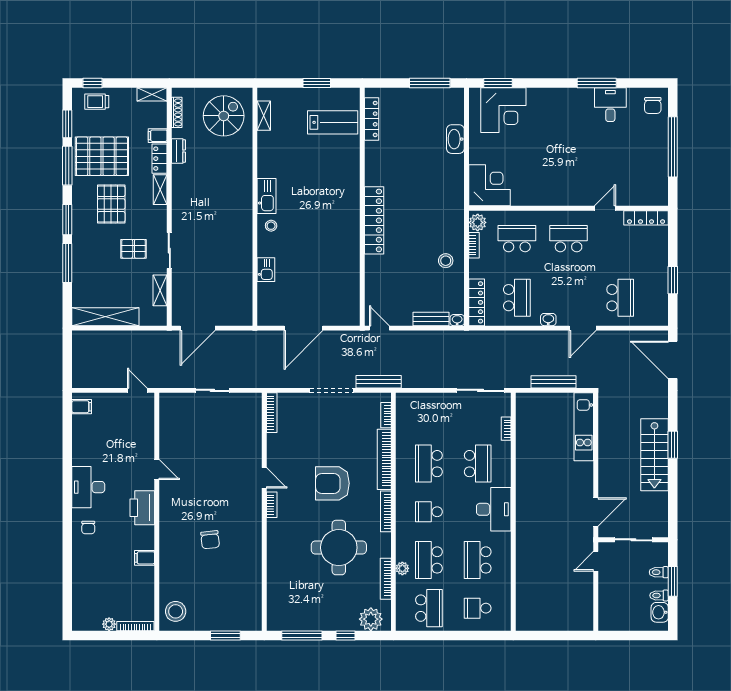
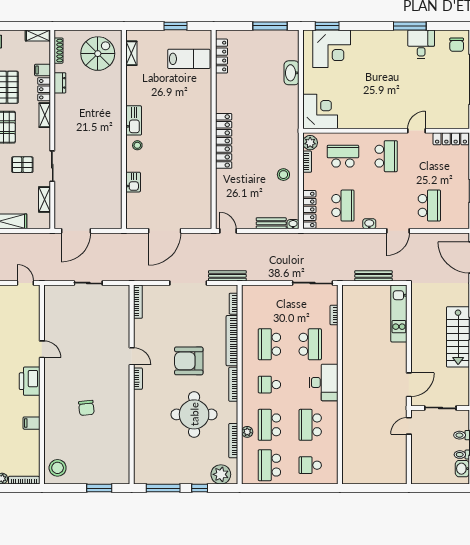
school desk: (569, 239) -> (386, 156), turned 90
school desk: (429, 608) -> (269, 465), turned 180

